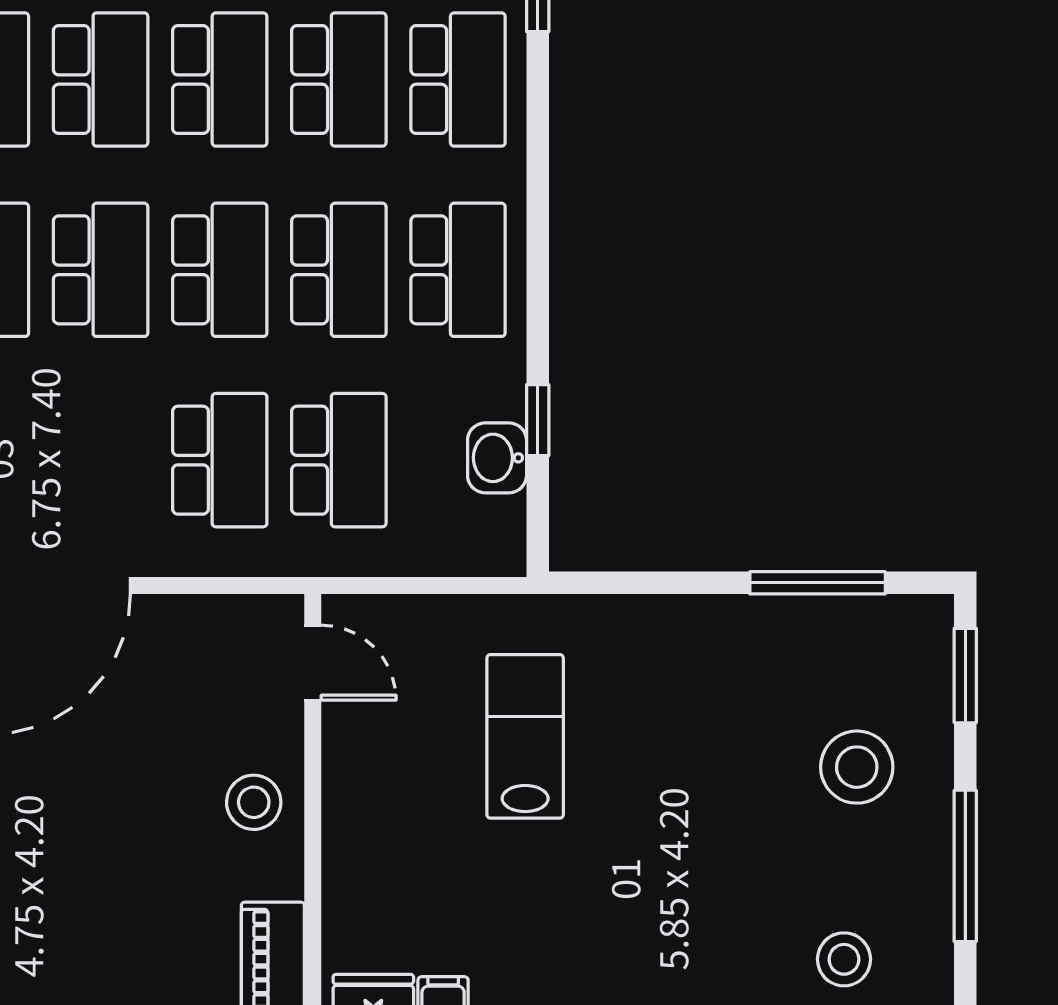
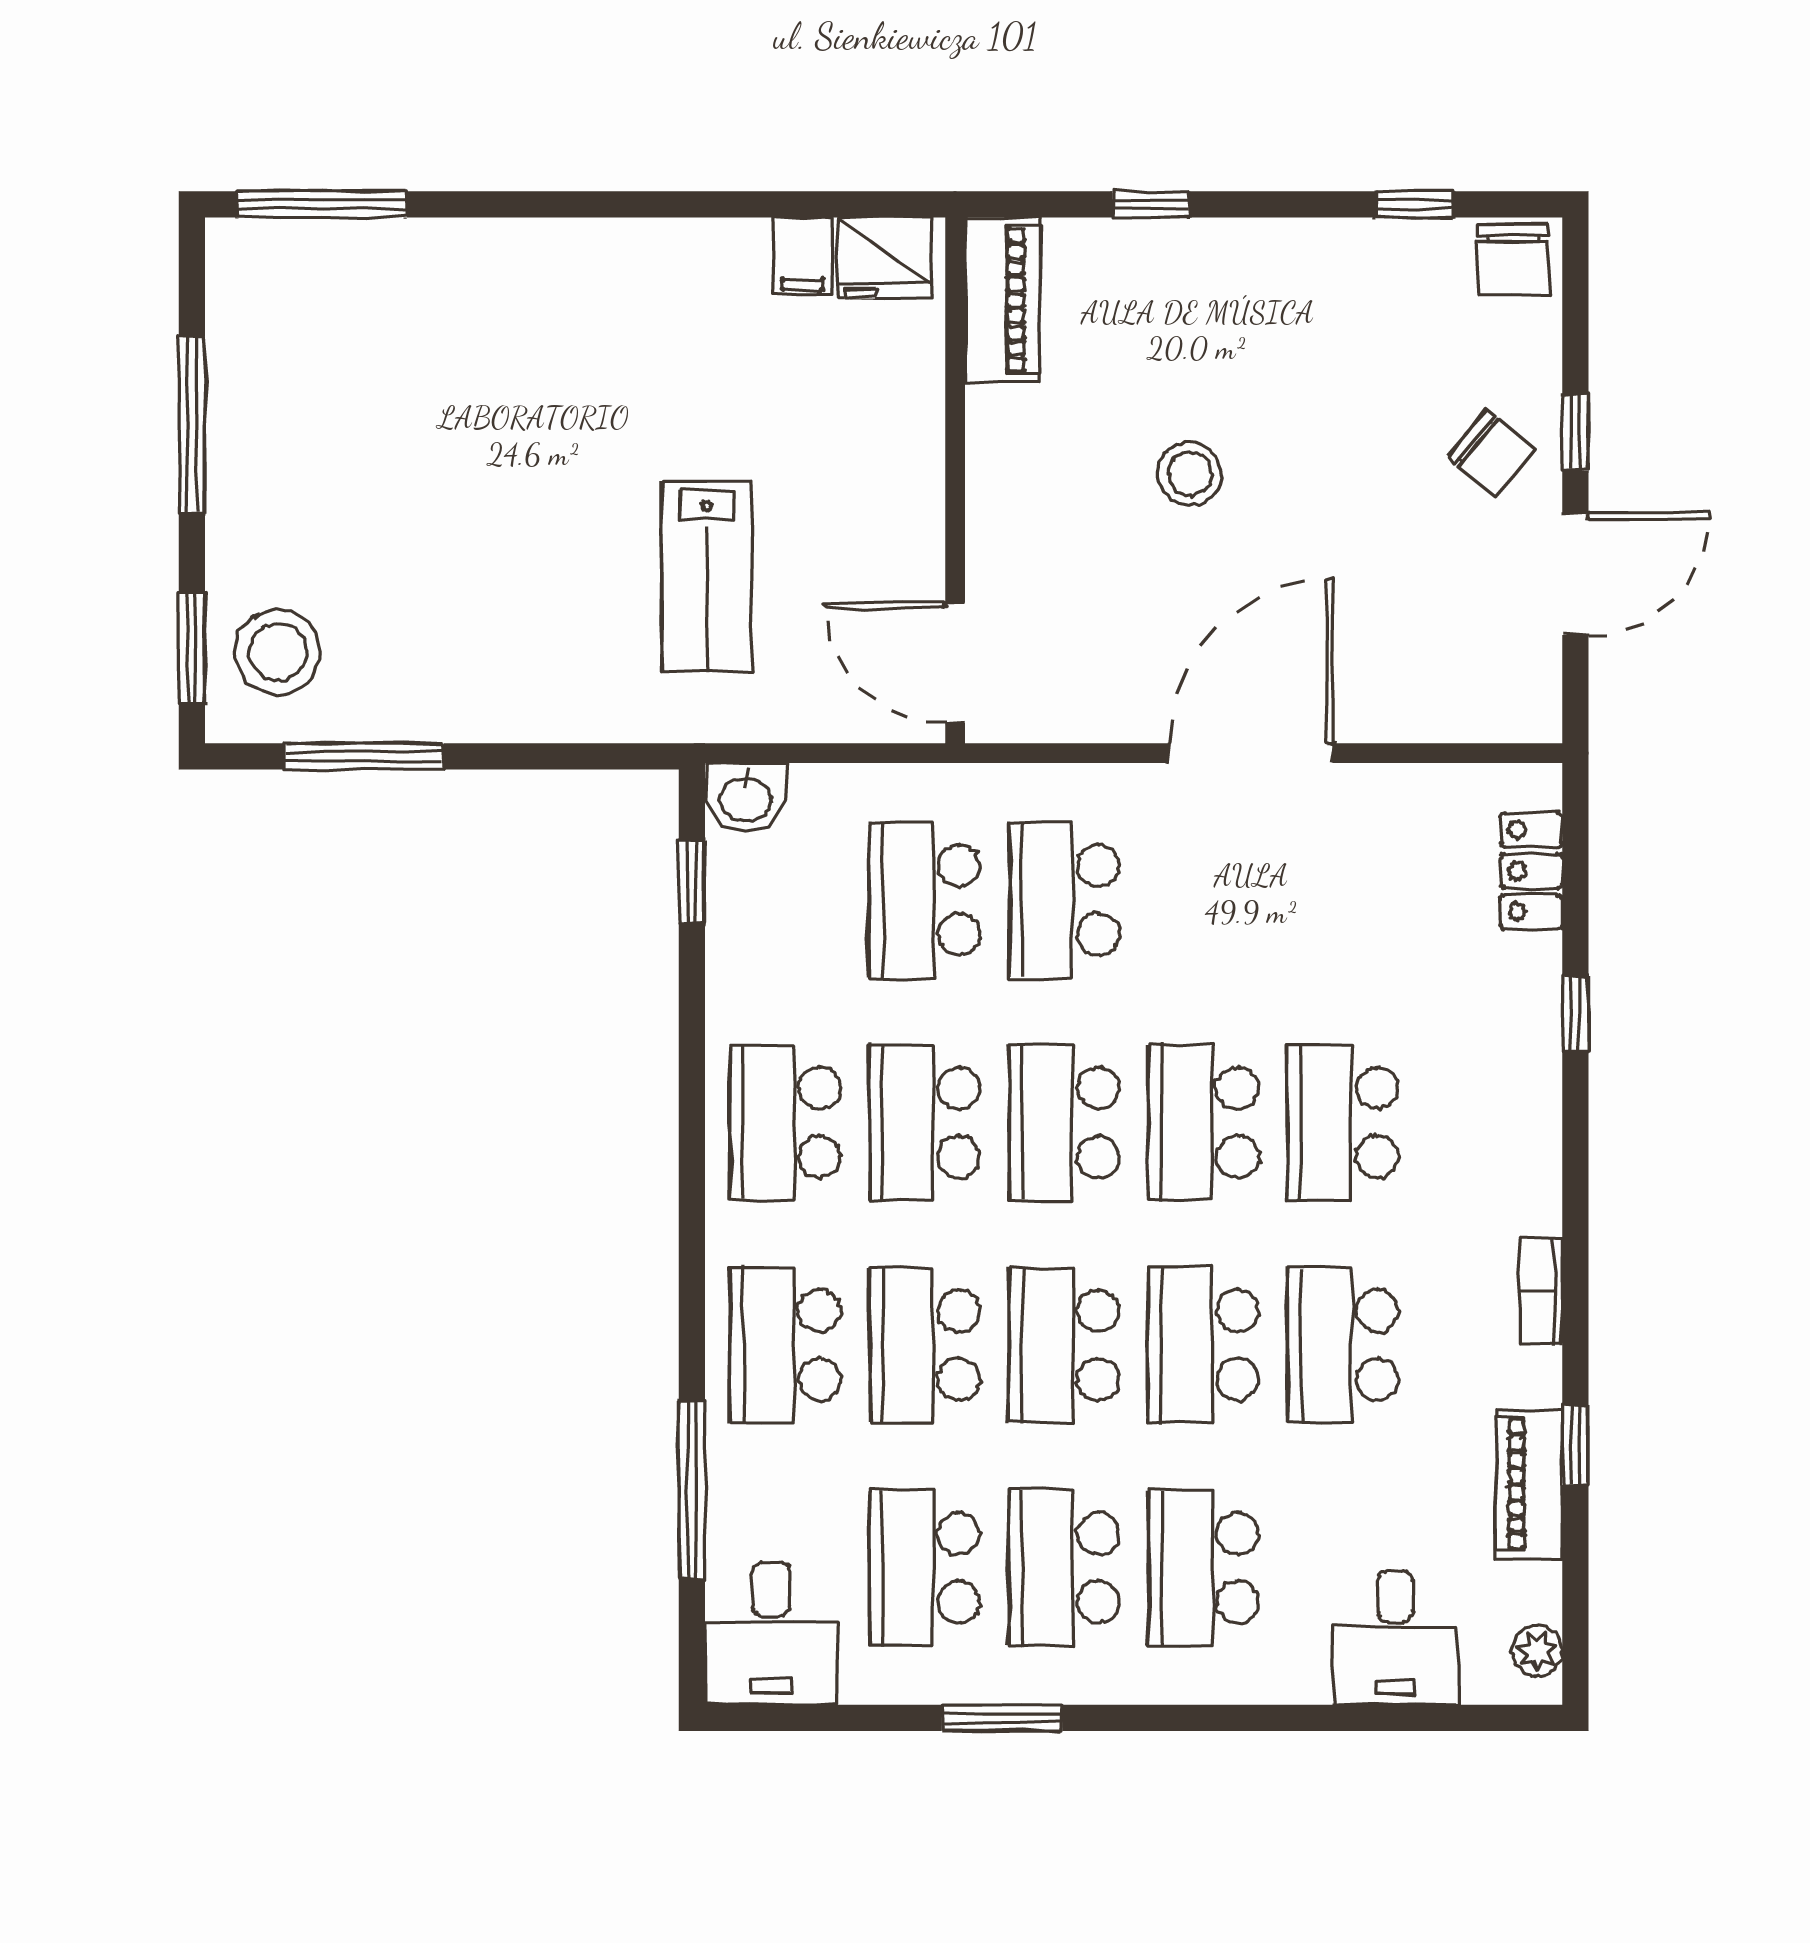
window: (538, 420) -> (692, 882), moved
washbasin: (497, 458) -> (746, 797), moved, turned 90
door: (313, 663) -> (955, 663), width x1.38
stool: (857, 767) -> (278, 652), moved
stool: (254, 802) -> (1190, 473), moved
stool: (844, 959) -> (334, 316), removed

